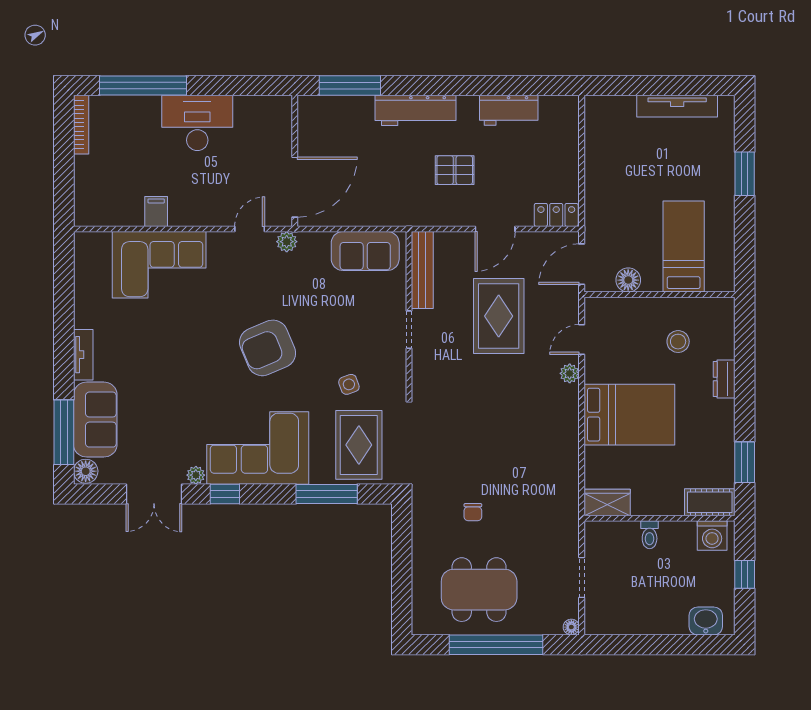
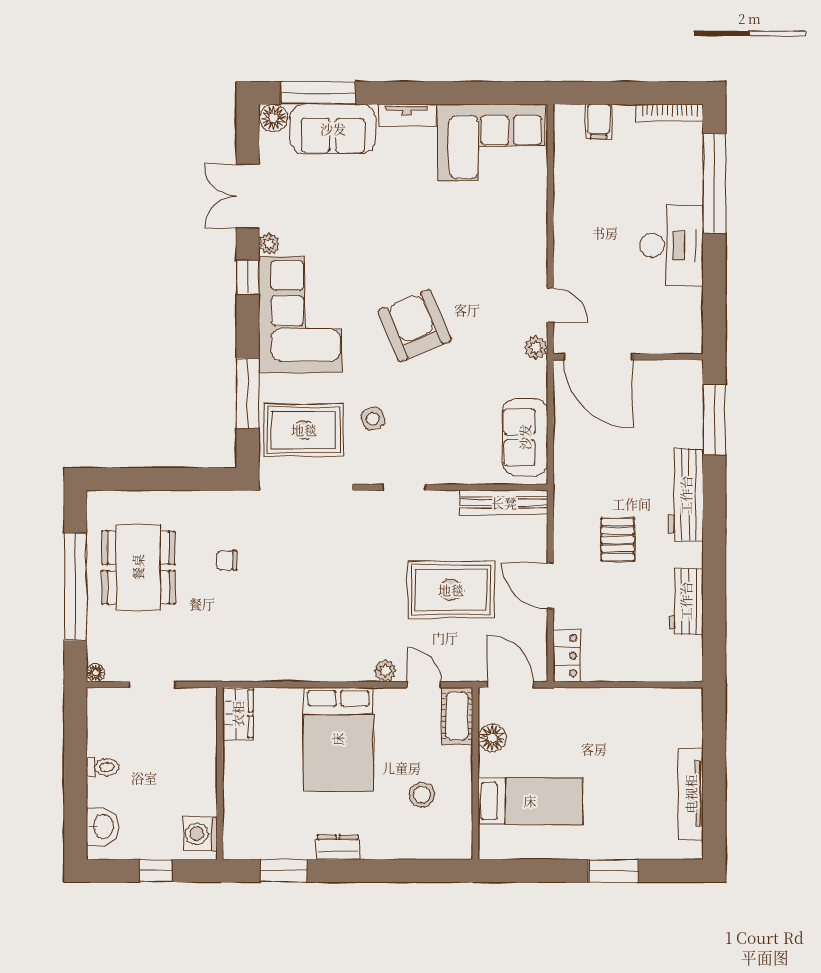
filing cabinet: (156, 211) -> (599, 121), moved, turned 90
corner sofa: (159, 265) -> (491, 142), moved, turned -90
doorway: (409, 330) -> (404, 487), moved
dresser: (724, 379) -> (338, 847), moved
cot: (710, 502) -> (457, 716), moved
toilet: (650, 535) -> (103, 767), moved, turned 180

